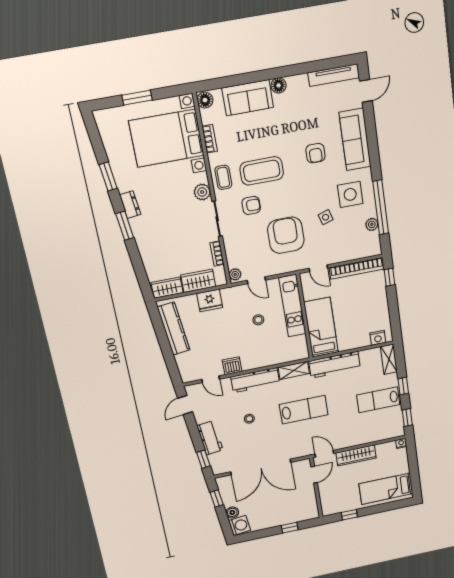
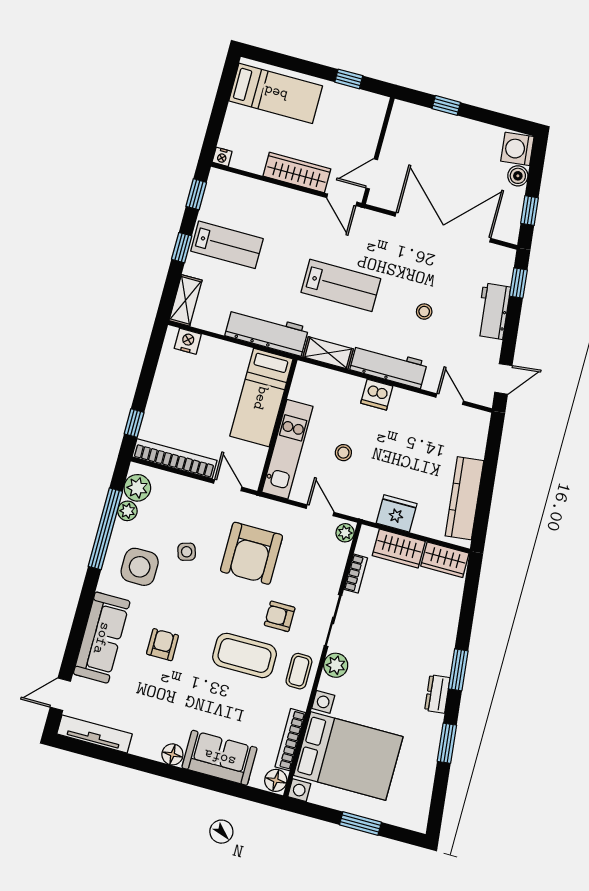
bookcase: (210, 139) -> (290, 740), width x1.56
plant: (372, 241) -> (137, 488), added
dishwasher: (232, 366) -> (377, 395), moved
lab bench: (304, 410) -> (341, 285), turned 180

